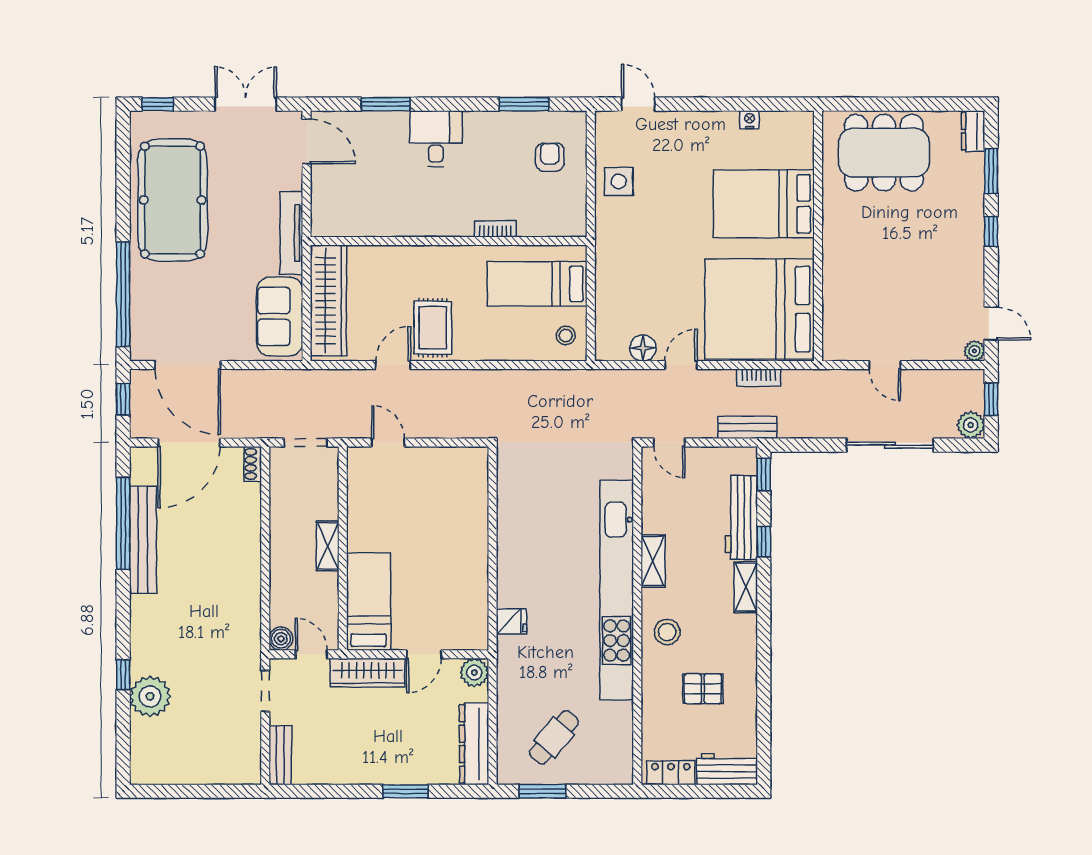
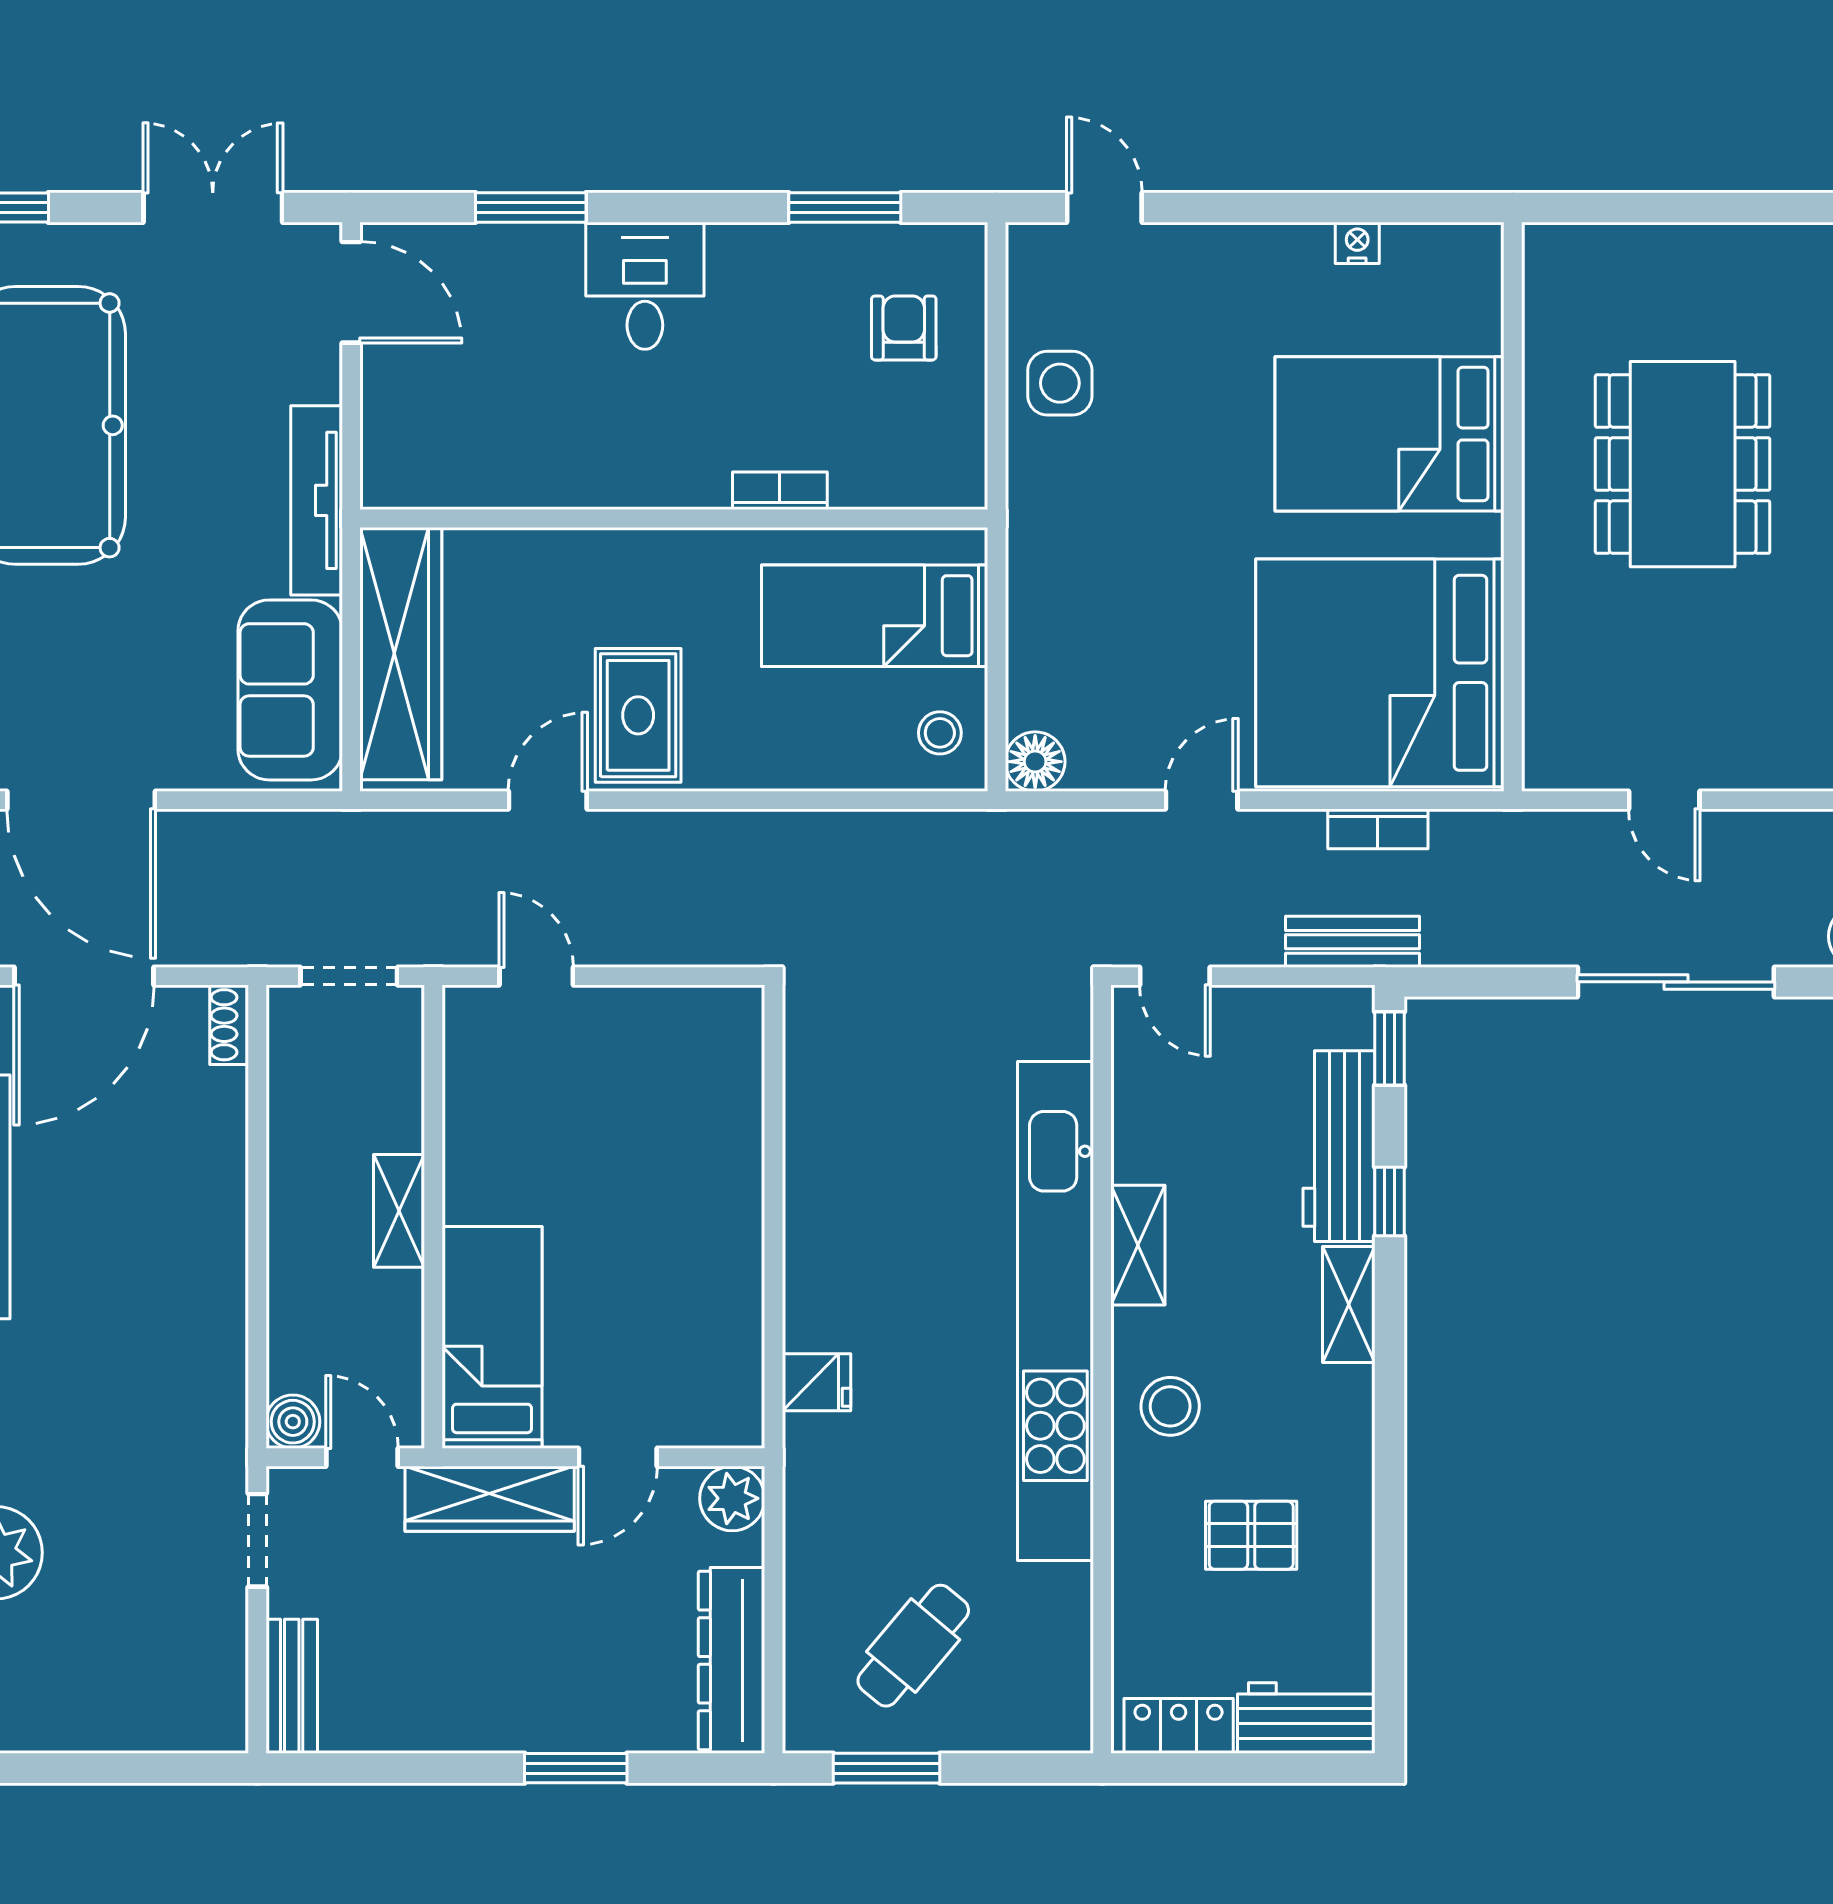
dining table: (884, 153) -> (1683, 464), moved, turned 90
floor lamp: (643, 348) -> (1035, 762), moved

